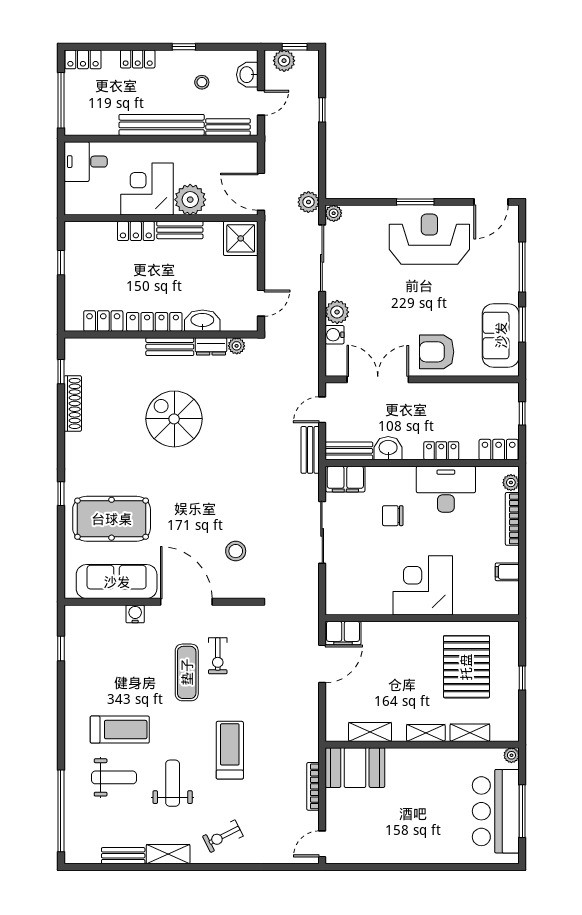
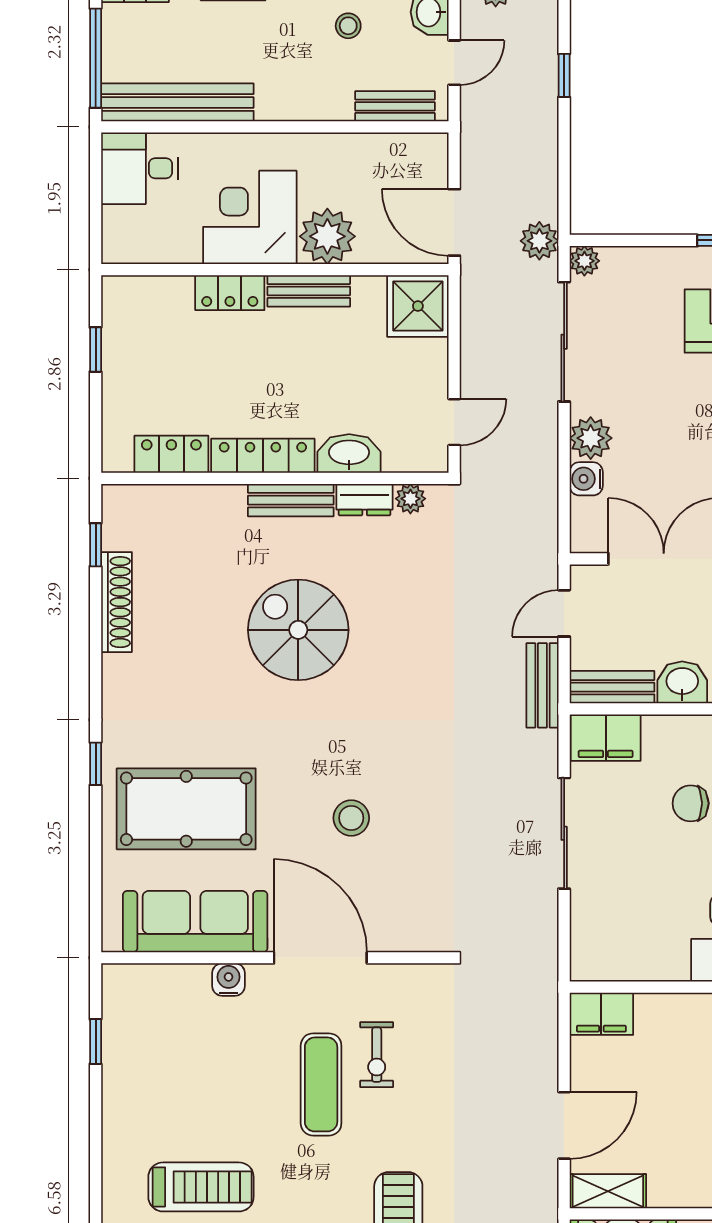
bench: (162, 125) -> (177, 102), moved
stool: (236, 551) -> (351, 818), moved
door: (322, 664) -> (564, 1125), moved
shelving: (370, 732) -> (608, 1191), moved

